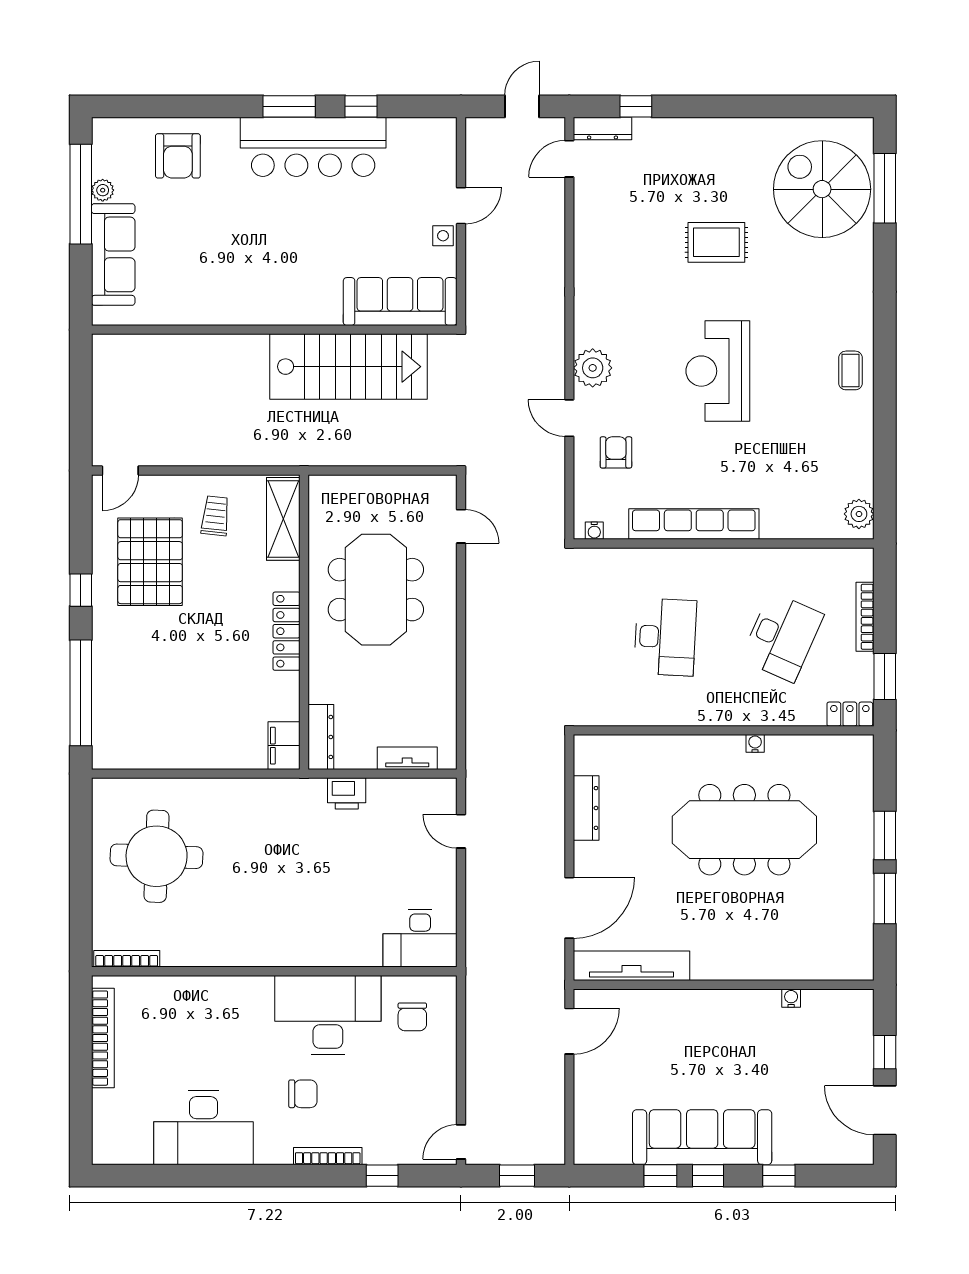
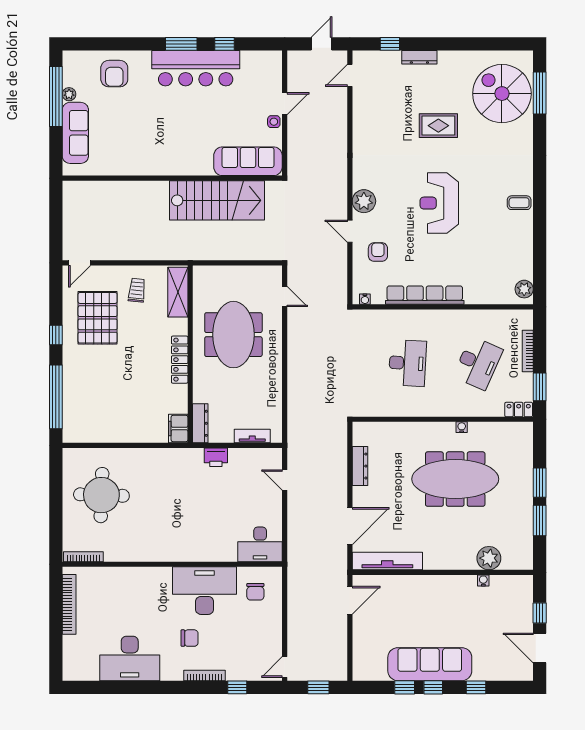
dresser: (602, 129) -> (419, 57), moved
coffee table: (851, 370) -> (519, 203), turned 90
plant: (800, 961) -> (489, 558), added

